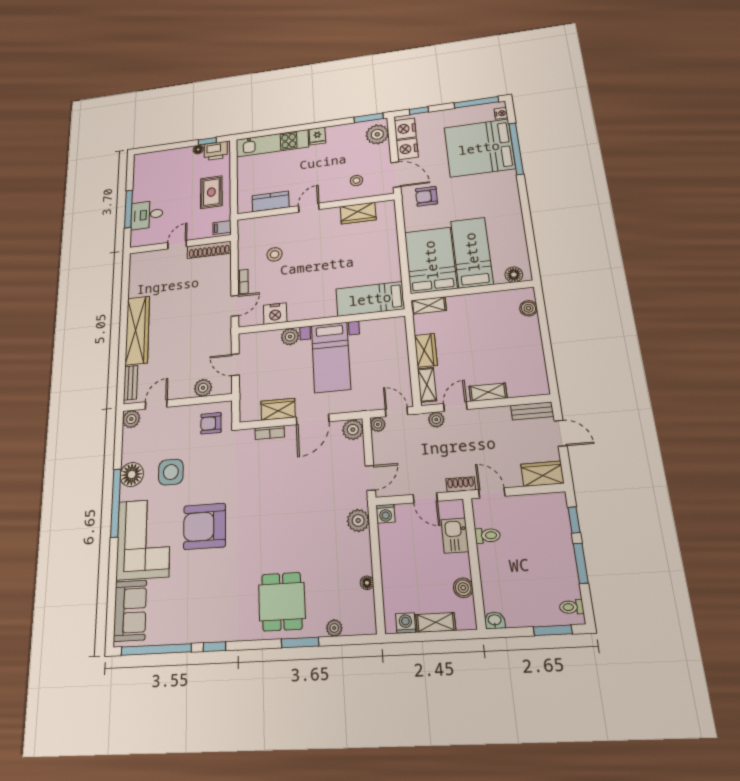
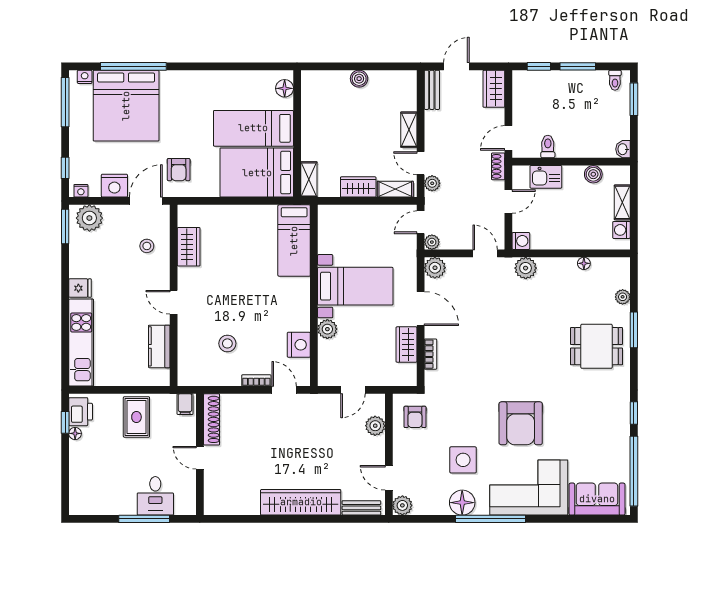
nightstand: (405, 129) -> (81, 191), width x0.53, depth x0.56
rug: (211, 192) -> (136, 417), turned 90
boiler: (528, 308) -> (359, 79), moved

